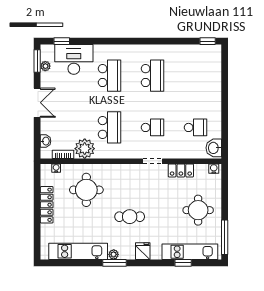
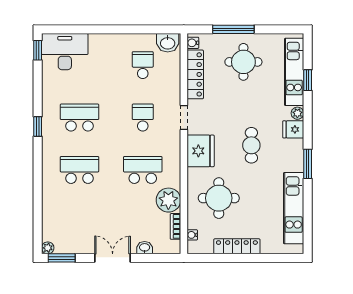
window: (62, 41) -> (38, 127), moved
desk: (74, 59) -> (65, 52), moved, turned 90
plant: (45, 66) -> (48, 248), moved
washbasin: (46, 141) -> (145, 248), moved
locker: (181, 170) -> (195, 74), width x1.53
fridge: (125, 175) -> (201, 151), added
window: (225, 237) -> (233, 29), moved
plant: (114, 254) -> (297, 113), moved

